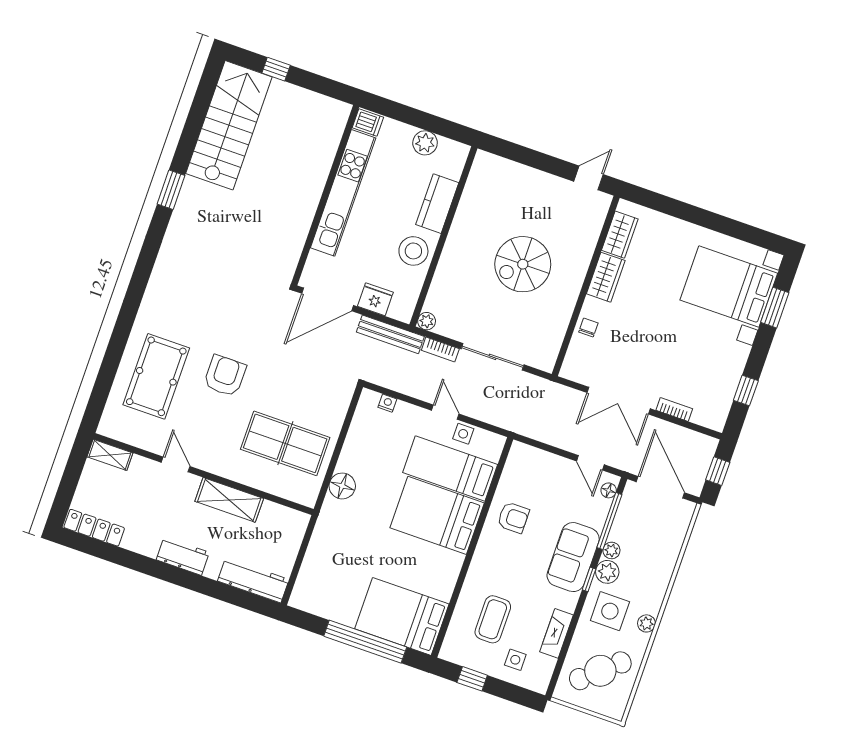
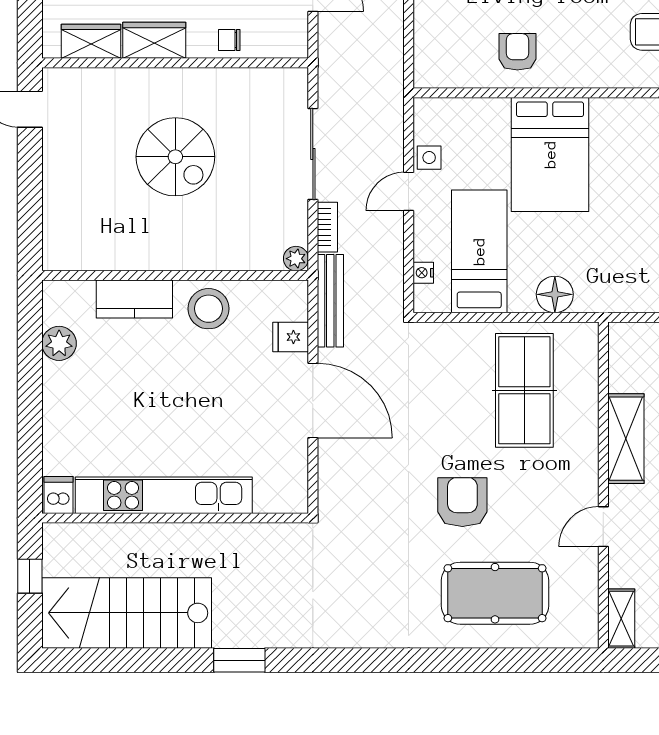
dishwasher: (368, 122) -> (58, 495), moved
kitchen unit: (343, 193) -> (164, 495), moved
wall: (325, 195) -> (175, 518), moved
fridge: (375, 299) -> (291, 337), width x0.72
armchair: (225, 376) -> (462, 502), turned 90
bed: (450, 468) -> (479, 251), moved, turned 180

